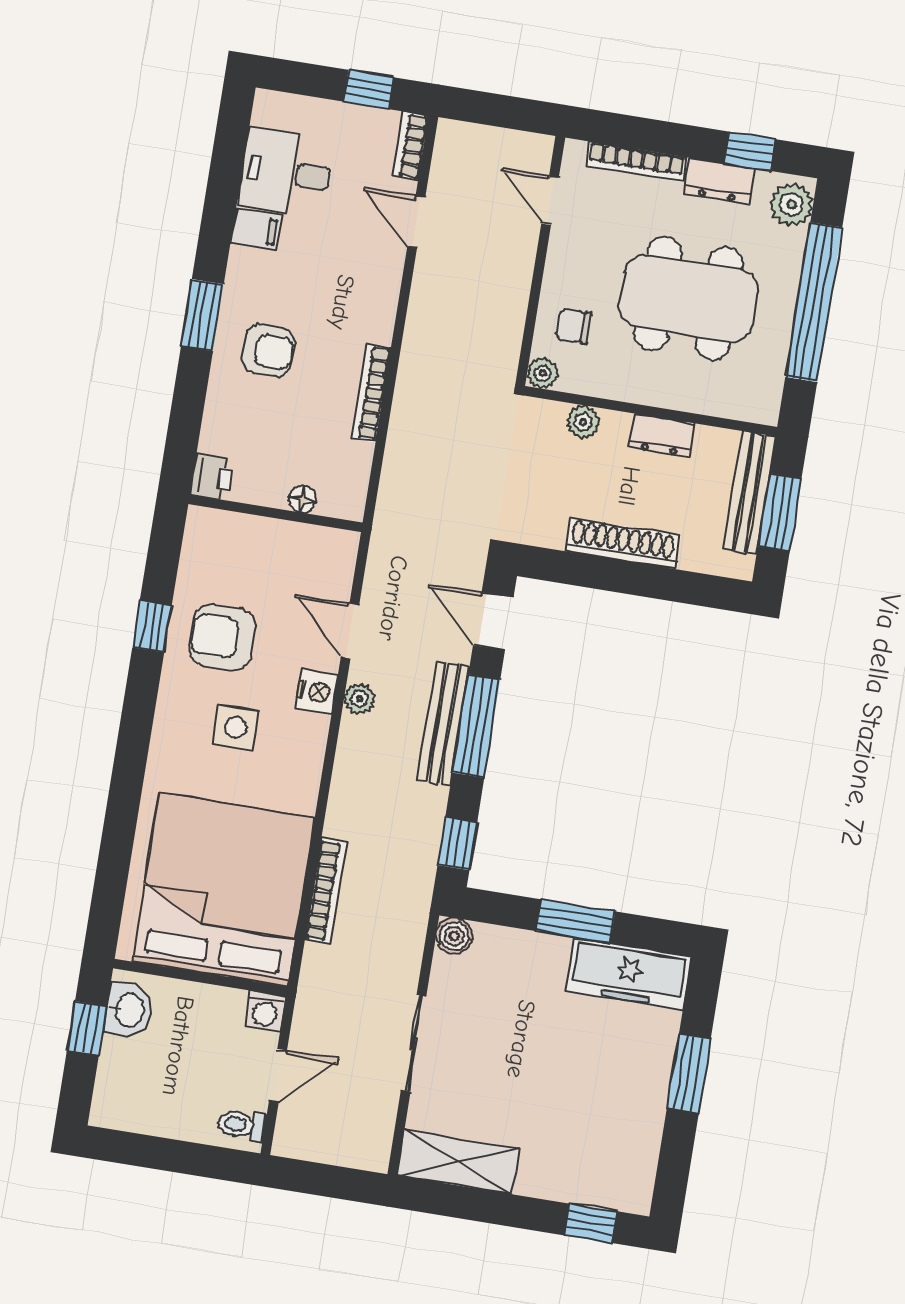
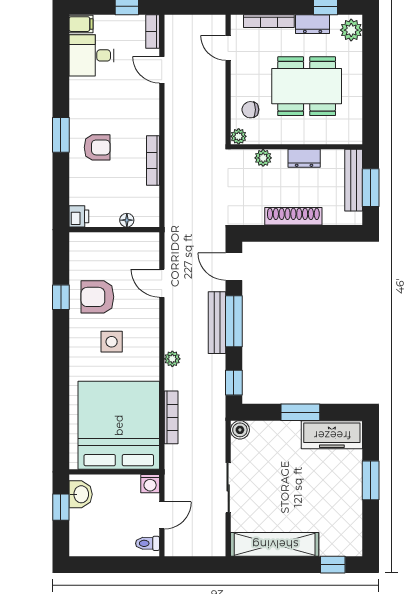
filing cabinet: (256, 229) -> (81, 24), moved
window: (814, 302) -> (371, 78), removed
nightstand: (316, 692) -> (150, 317), removed
plant: (360, 699) -> (172, 359), moved
shelving: (458, 1162) -> (275, 544), width x1.47

